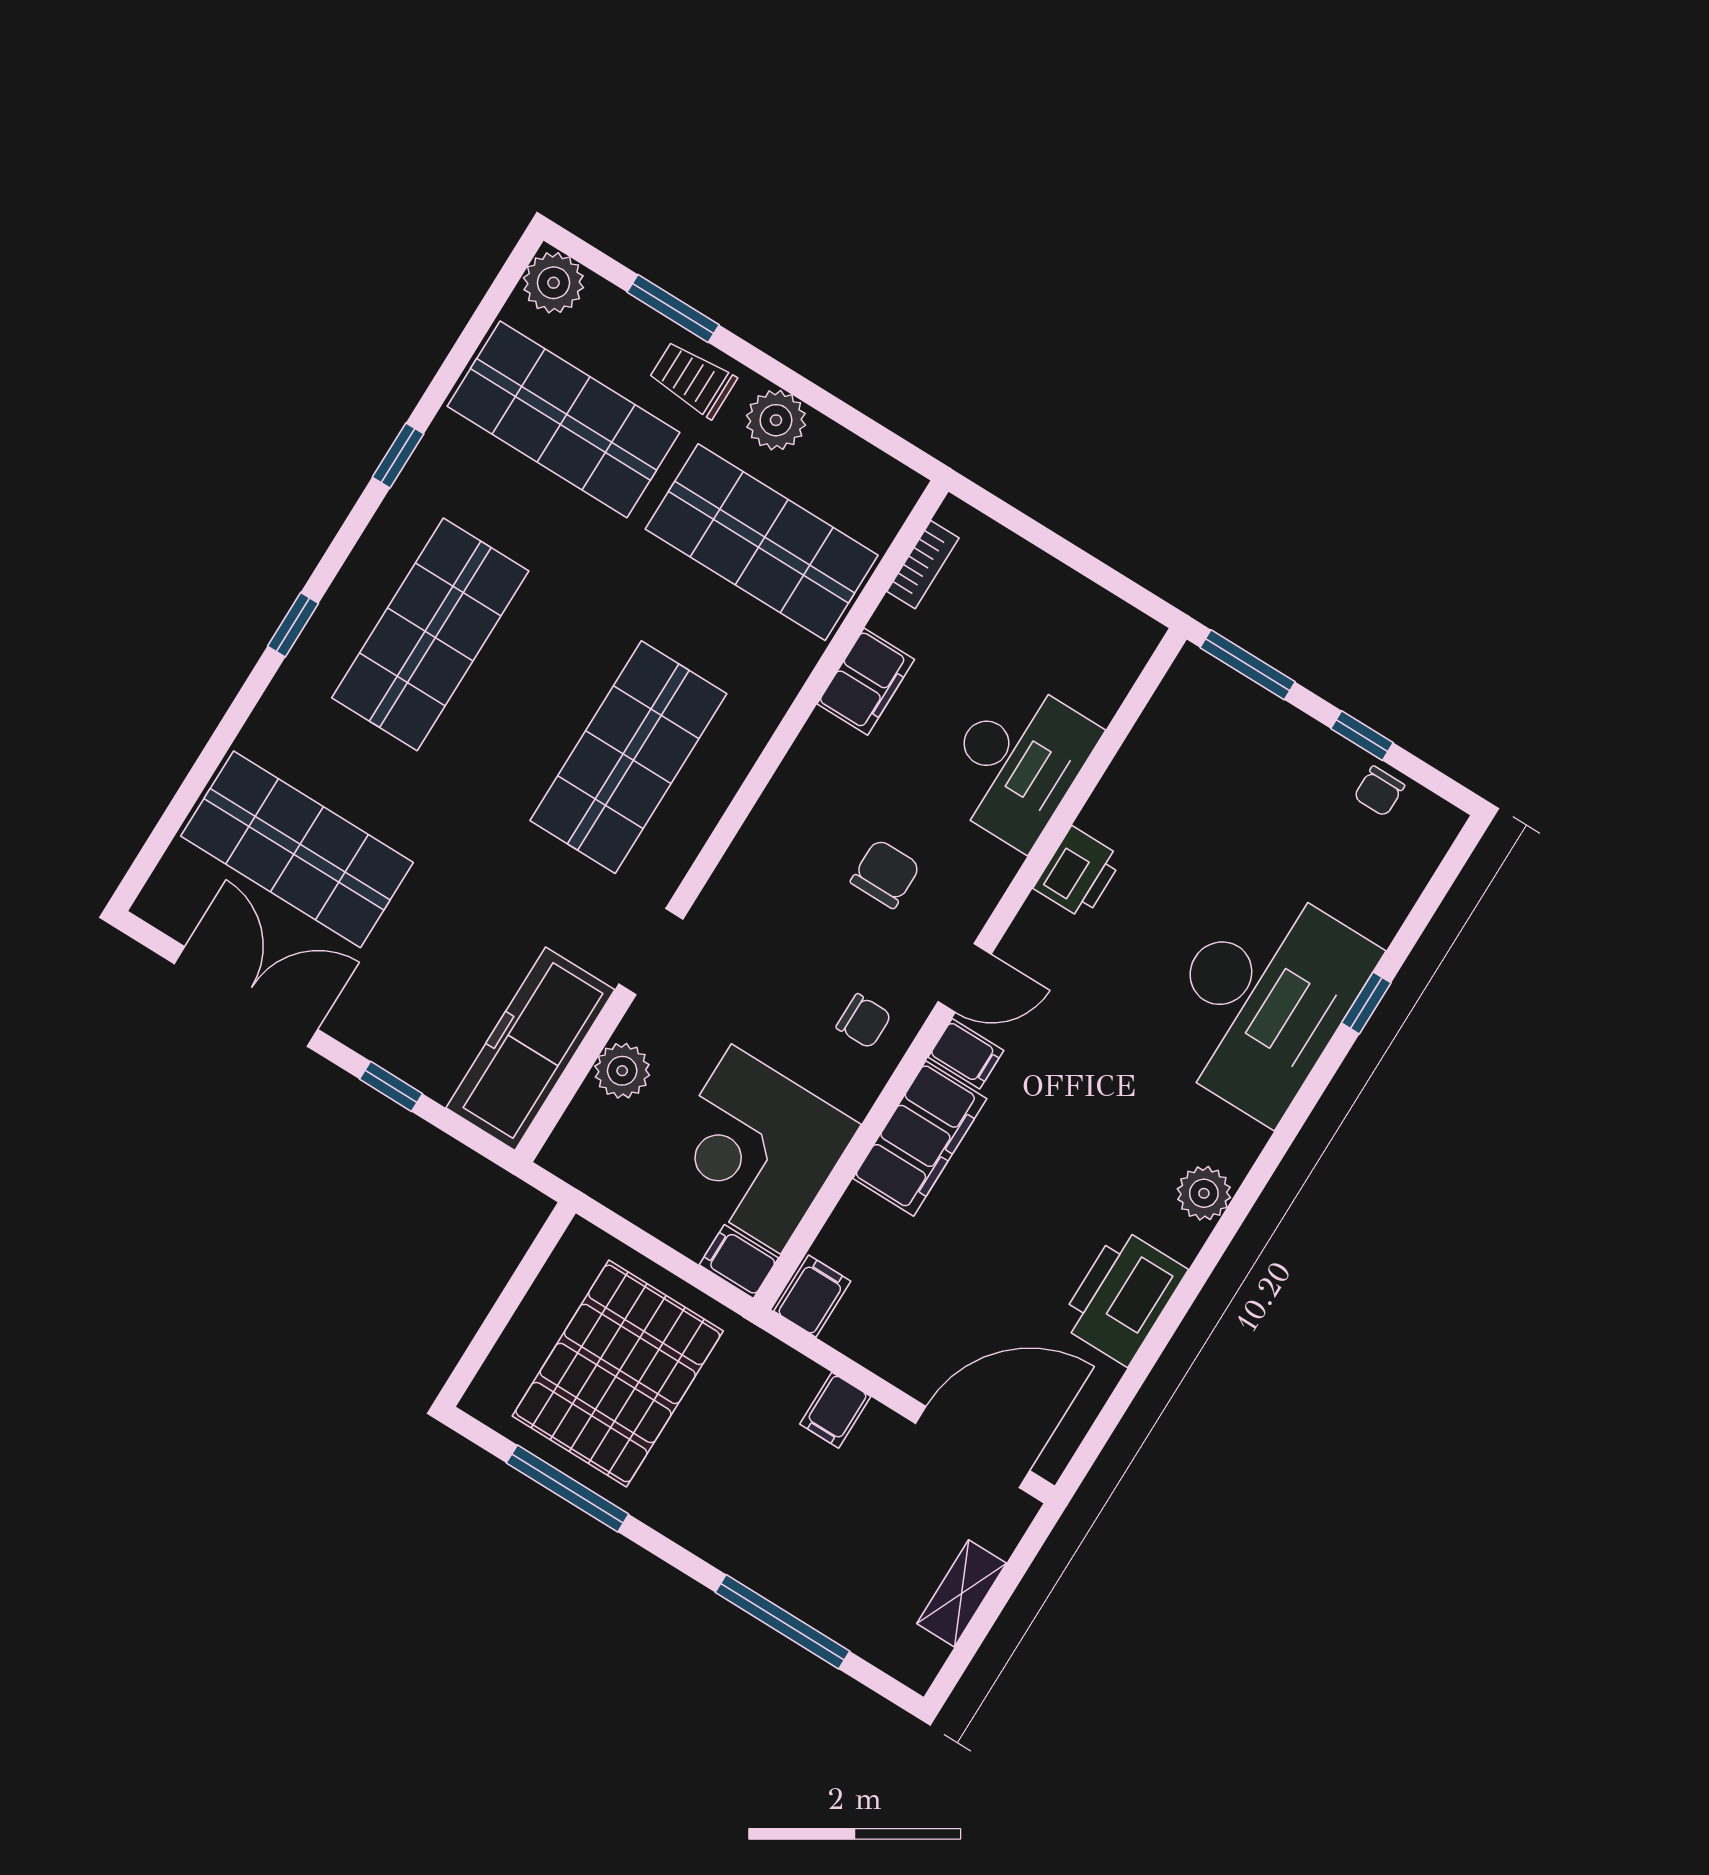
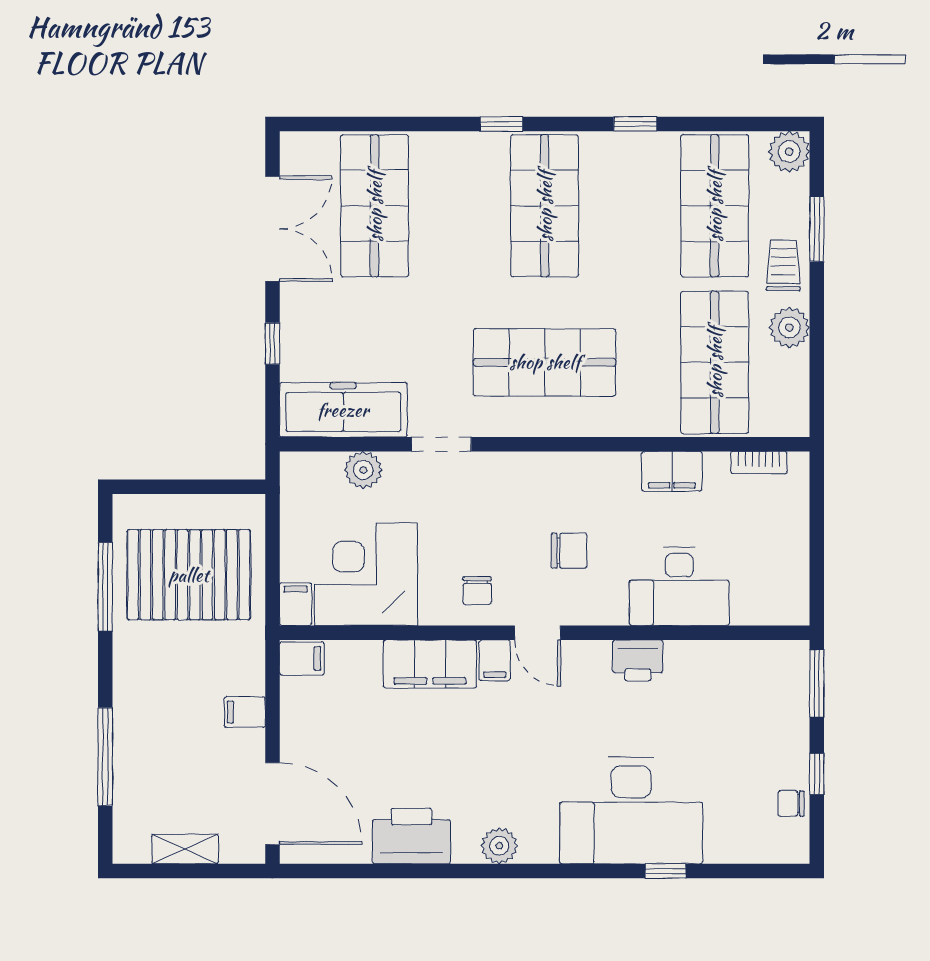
shop shelf: (430, 634) -> (545, 206), turned 90

